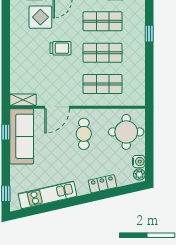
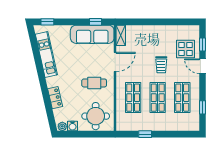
window: (149, 34) -> (145, 134), moved
door: (57, 107) -> (115, 62), swing flipped

